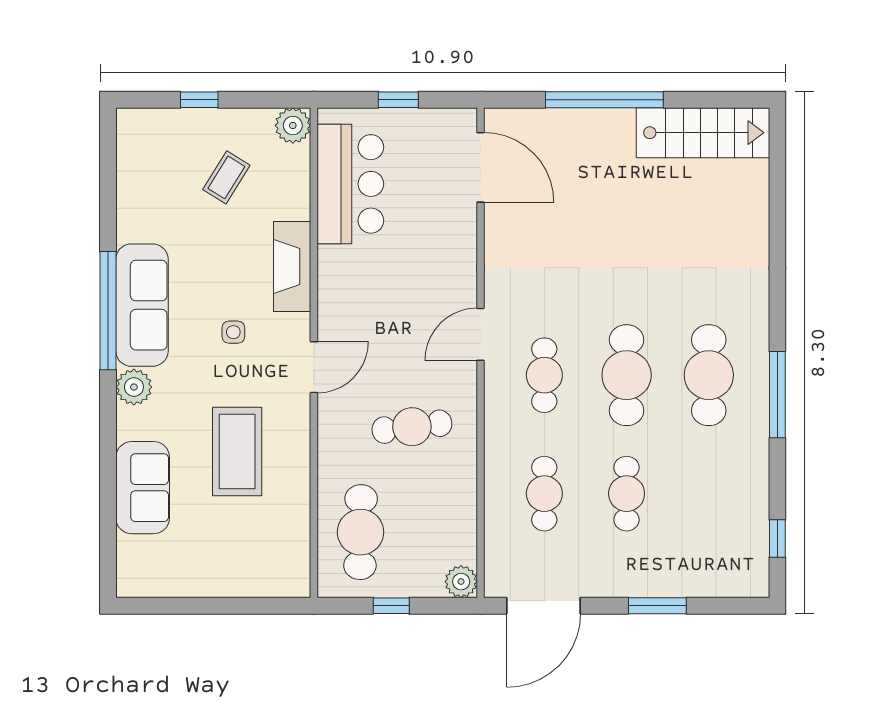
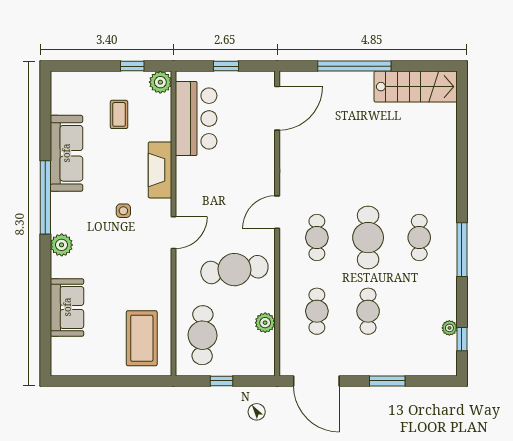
window: (199, 100) -> (132, 66), moved
door: (480, 167) -> (277, 108), hinge flipped
coffee table: (226, 177) -> (119, 114), turned -32
sofa: (142, 305) -> (66, 153), moved
cafe table: (709, 375) -> (419, 238), width x0.73, depth x0.74
cafe table: (412, 427) -> (234, 270), width x1.37, depth x1.35
coffee table: (237, 451) -> (142, 338), moved
plant: (757, 520) -> (449, 328), added
plant: (461, 582) -> (265, 323), moved
door: (543, 606) -> (316, 381), hinge flipped

